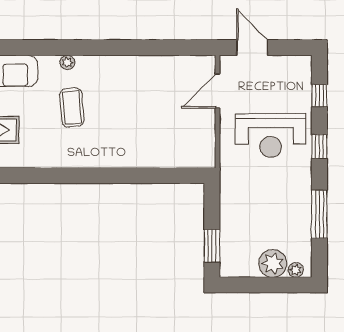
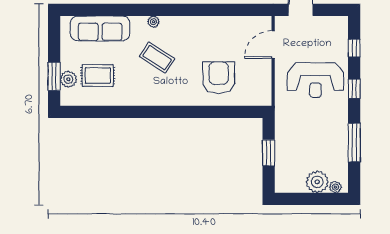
coffee table: (72, 107) -> (157, 58), turned -52
armchair: (149, 133) -> (219, 78), added
window: (212, 246) -> (269, 153), moved

